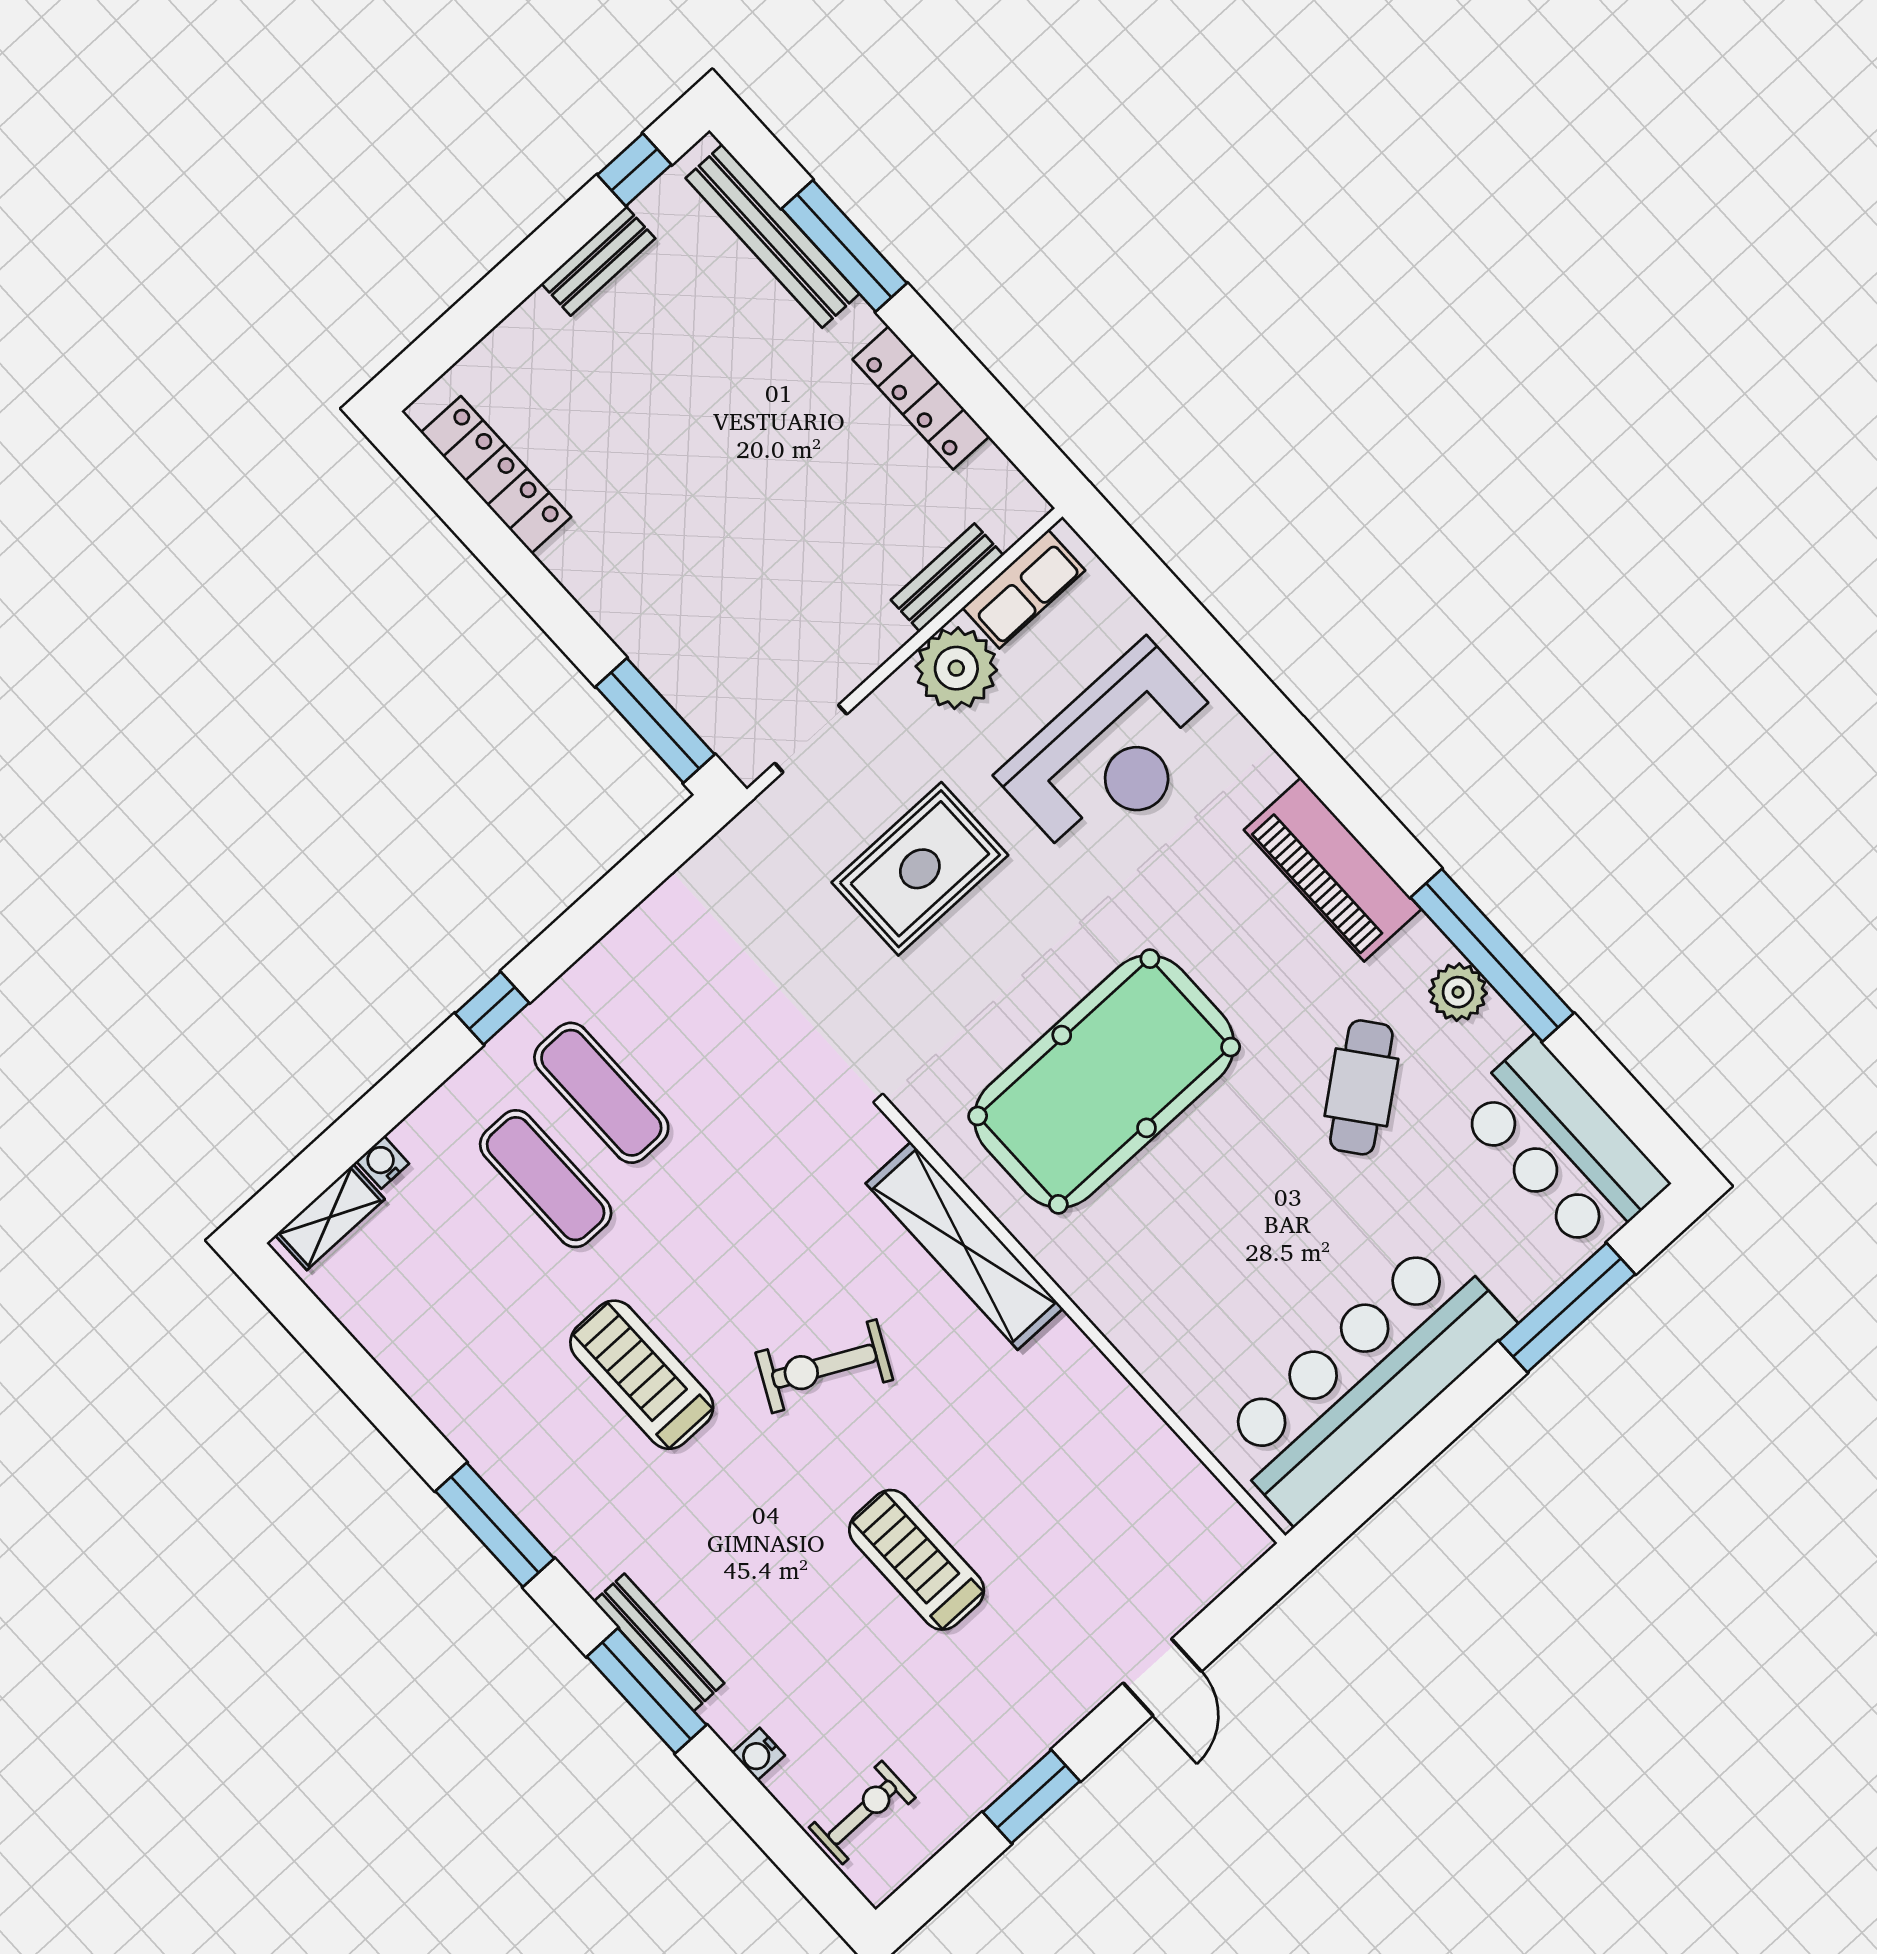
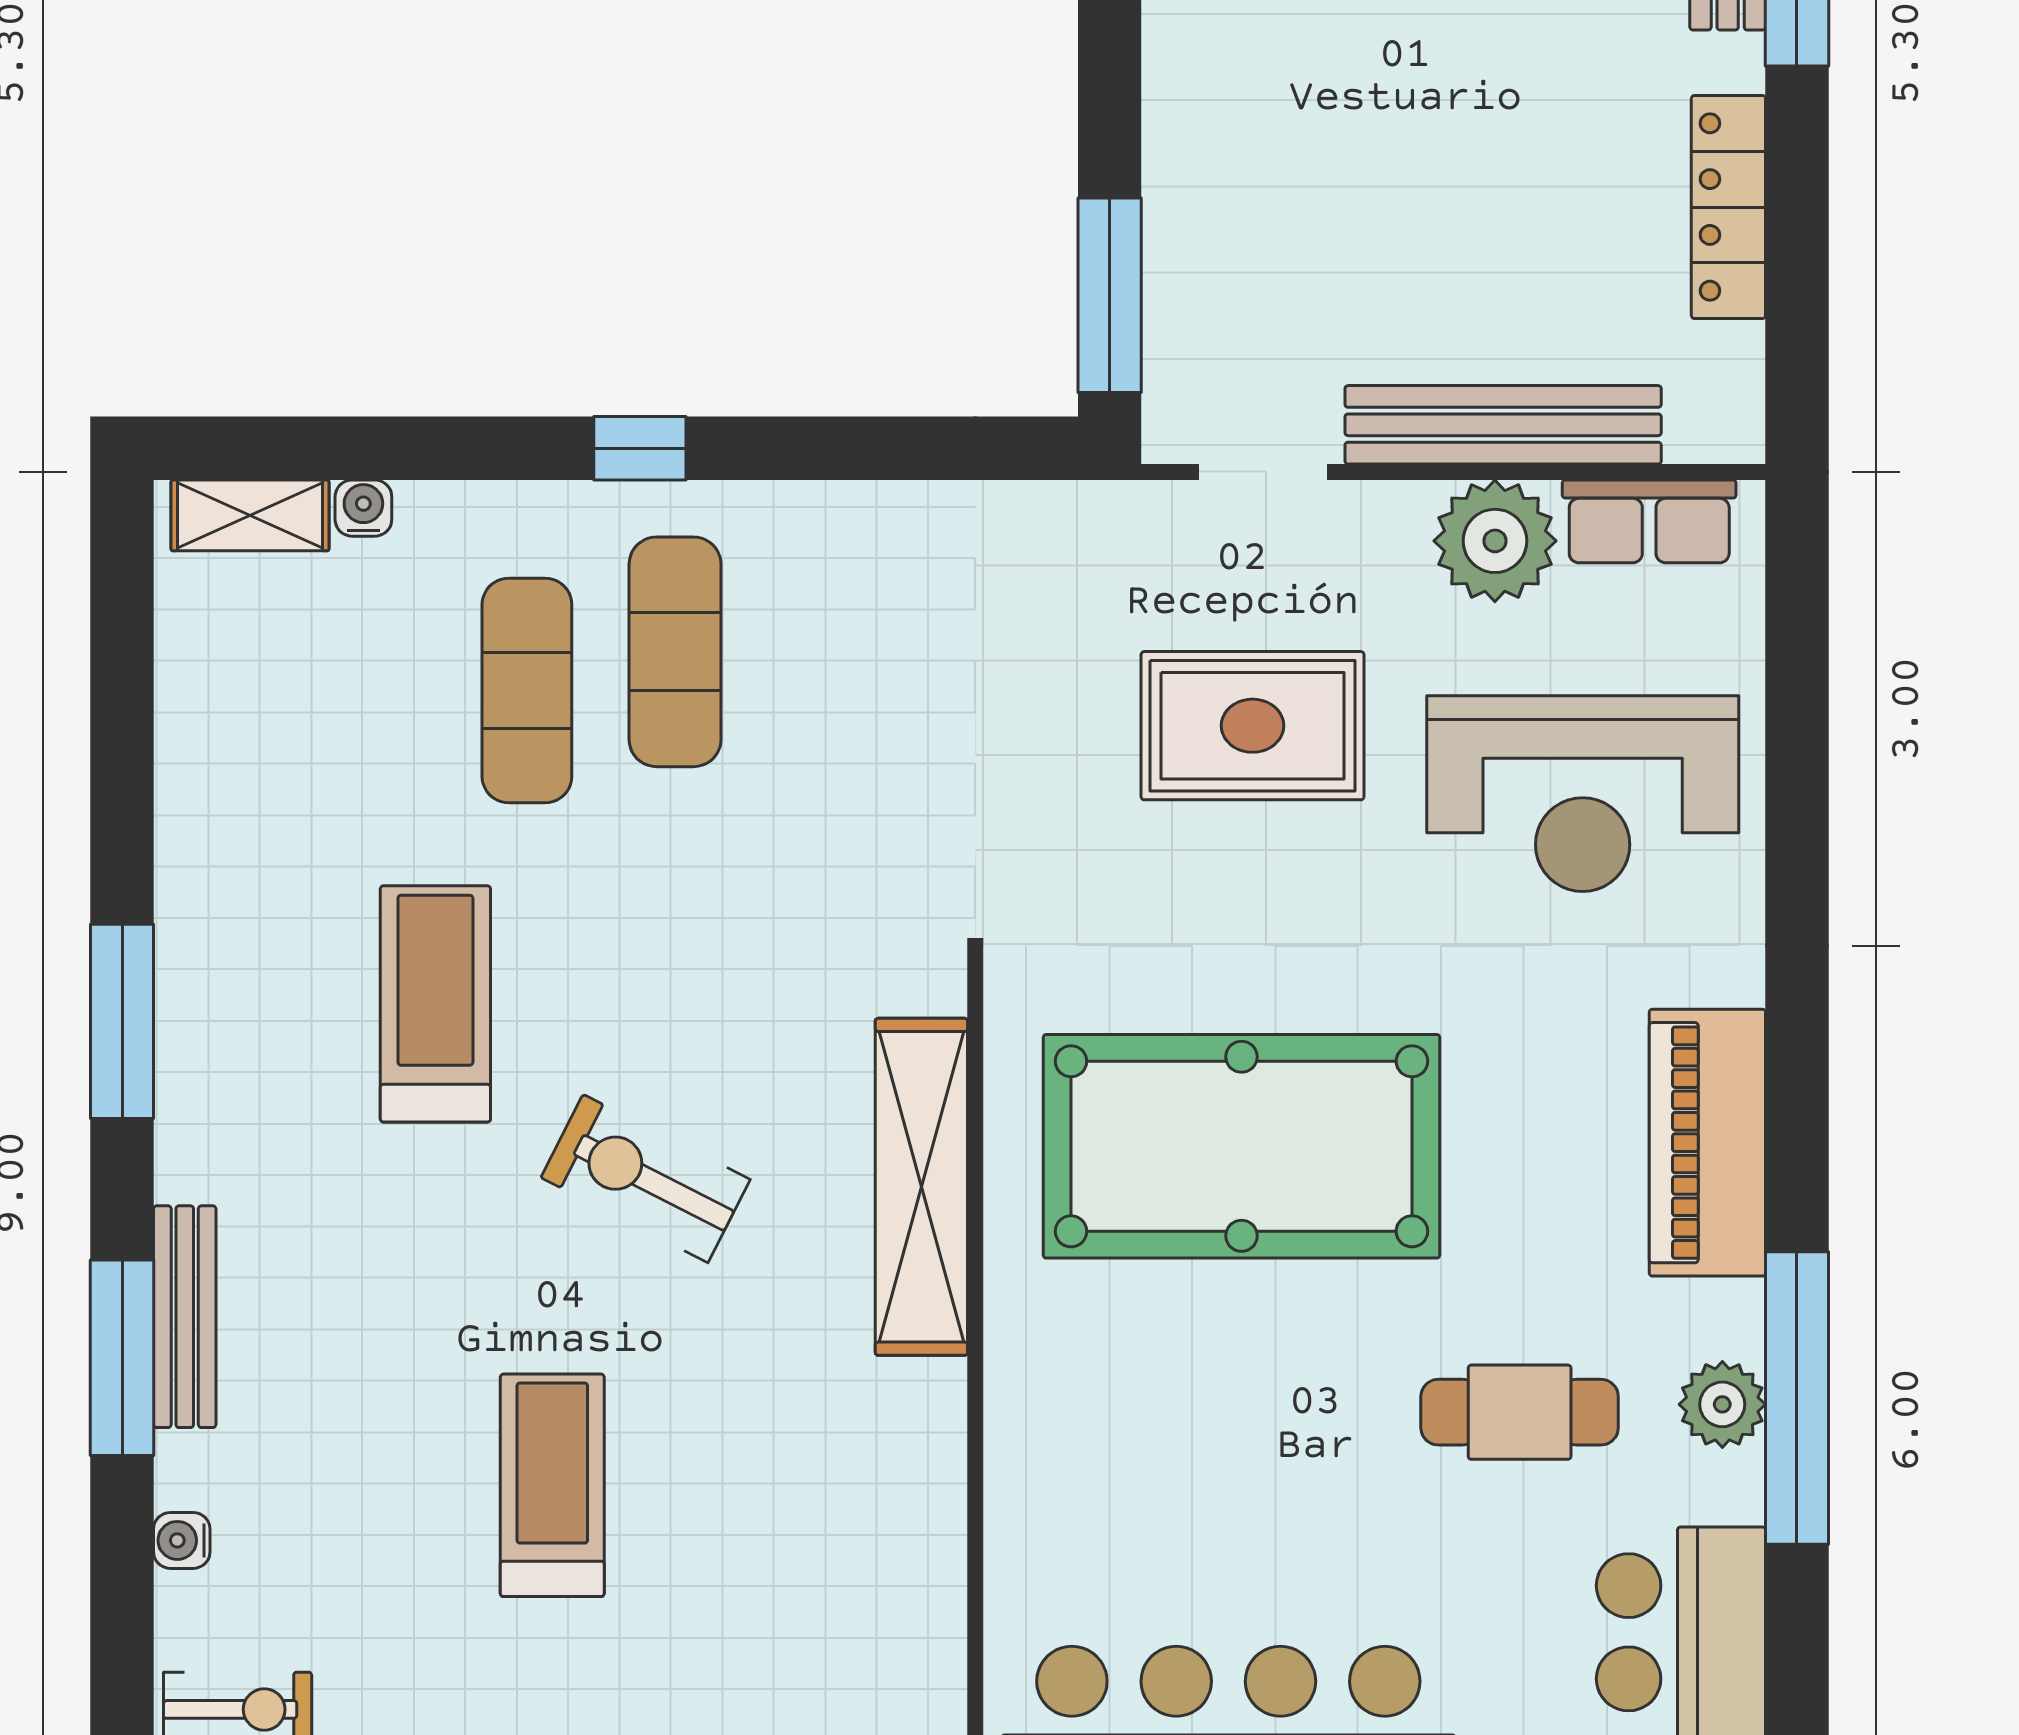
bench: (947, 578) -> (1503, 425), width x1.86, depth x1.21
cafe table: (1361, 1087) -> (1520, 1412), turned 38

